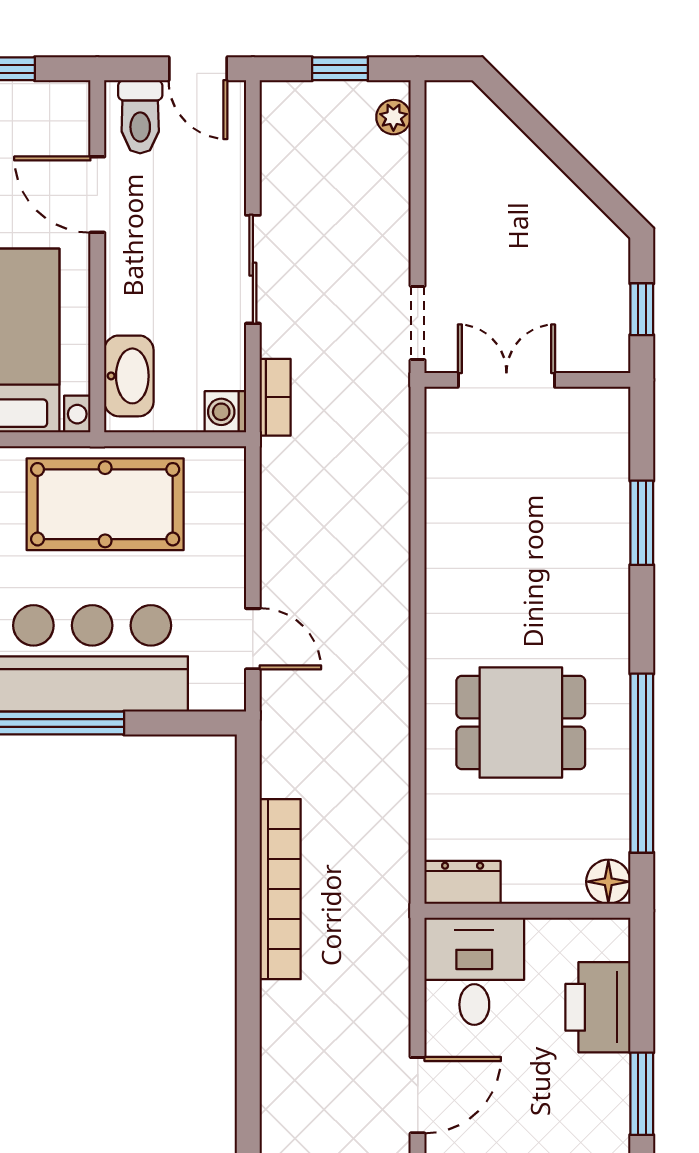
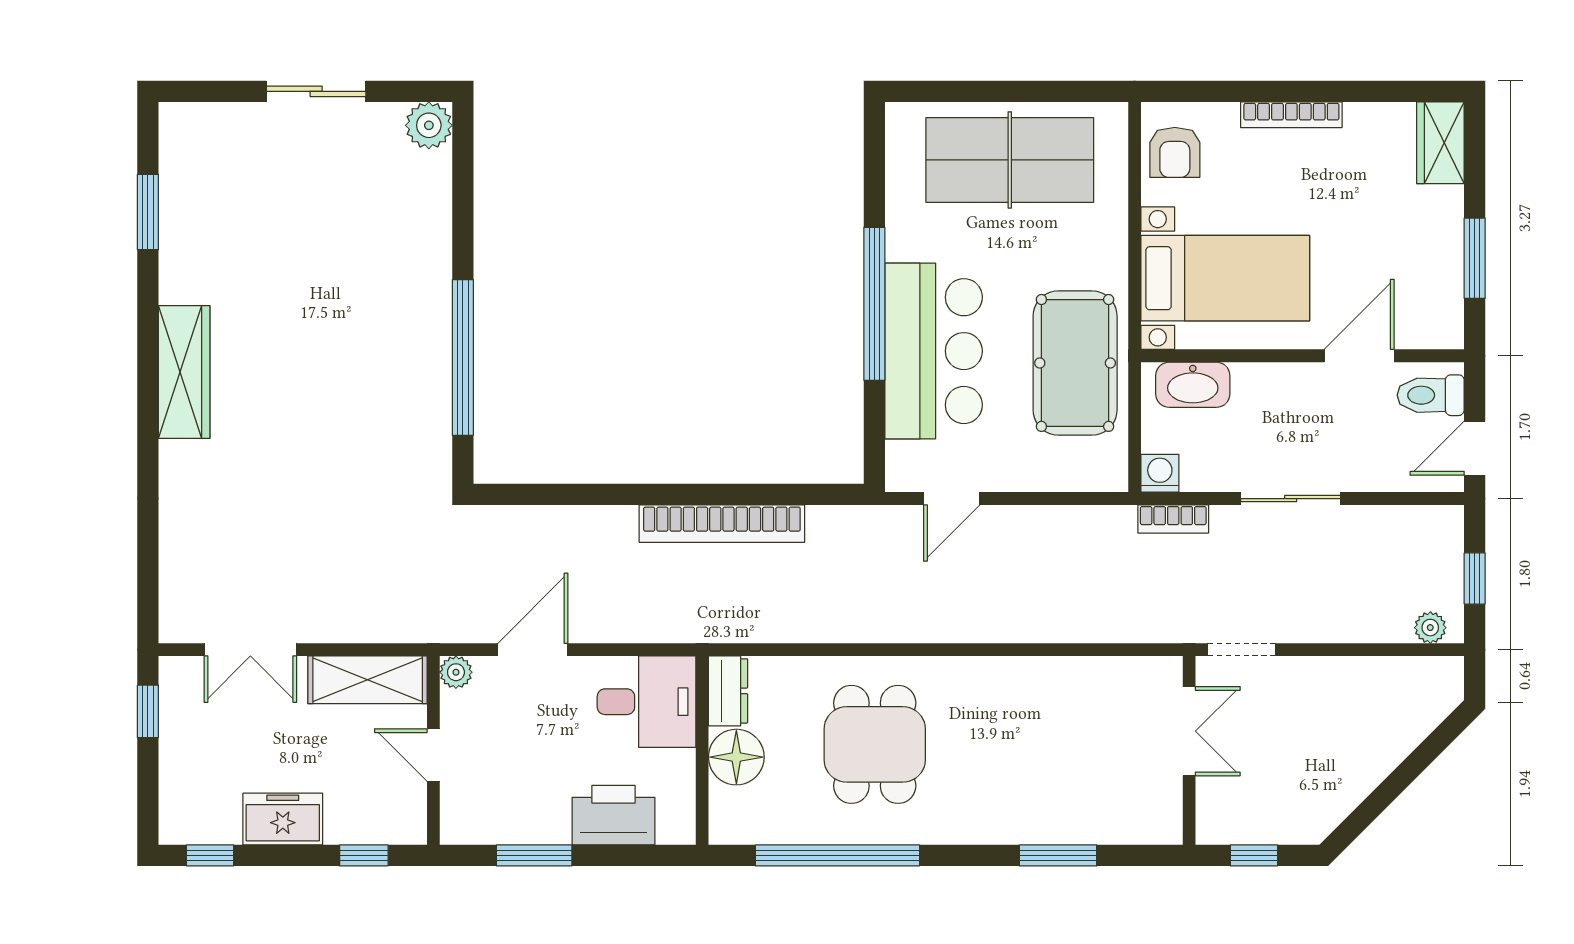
floor lamp: (608, 882) -> (736, 757), moved, width x1.38, depth x1.38
door: (418, 1095) -> (533, 650), swing flipped

